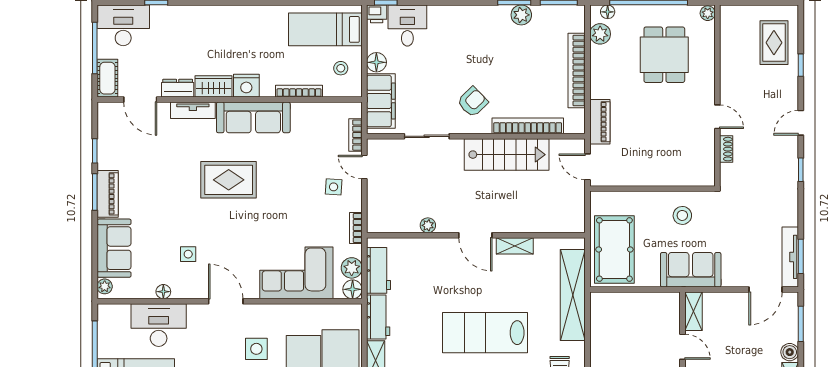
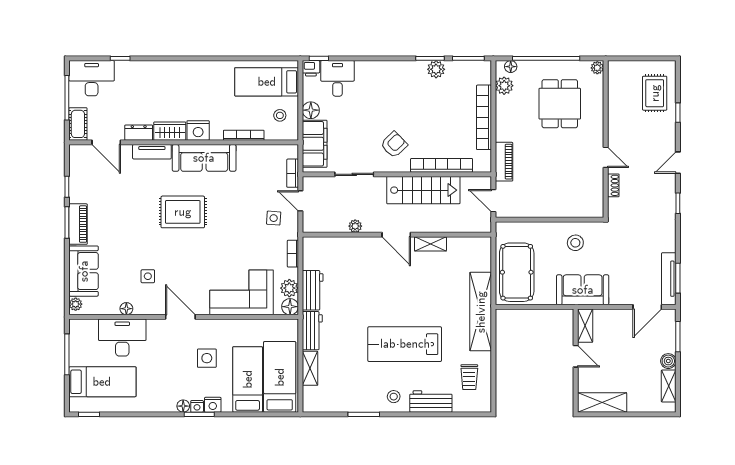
plant: (428, 225) -> (355, 226), moved
door: (475, 235) -> (396, 235), moved
wall: (476, 235) -> (397, 235), moved
shelving: (515, 246) -> (430, 244), moved

